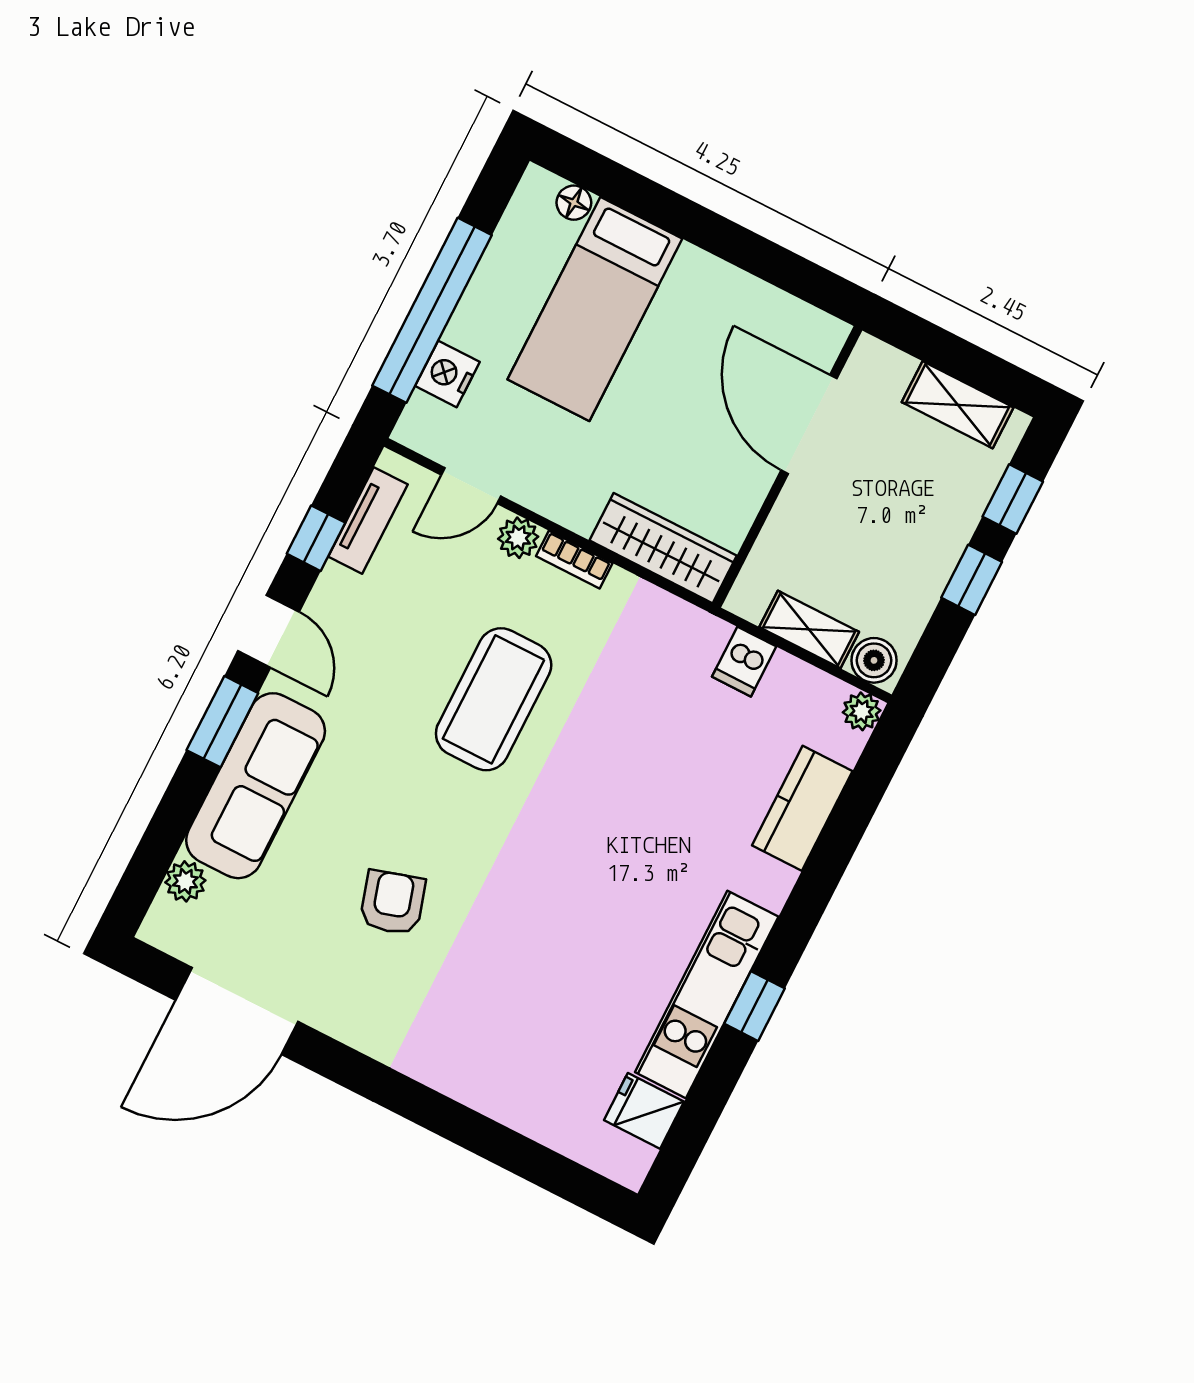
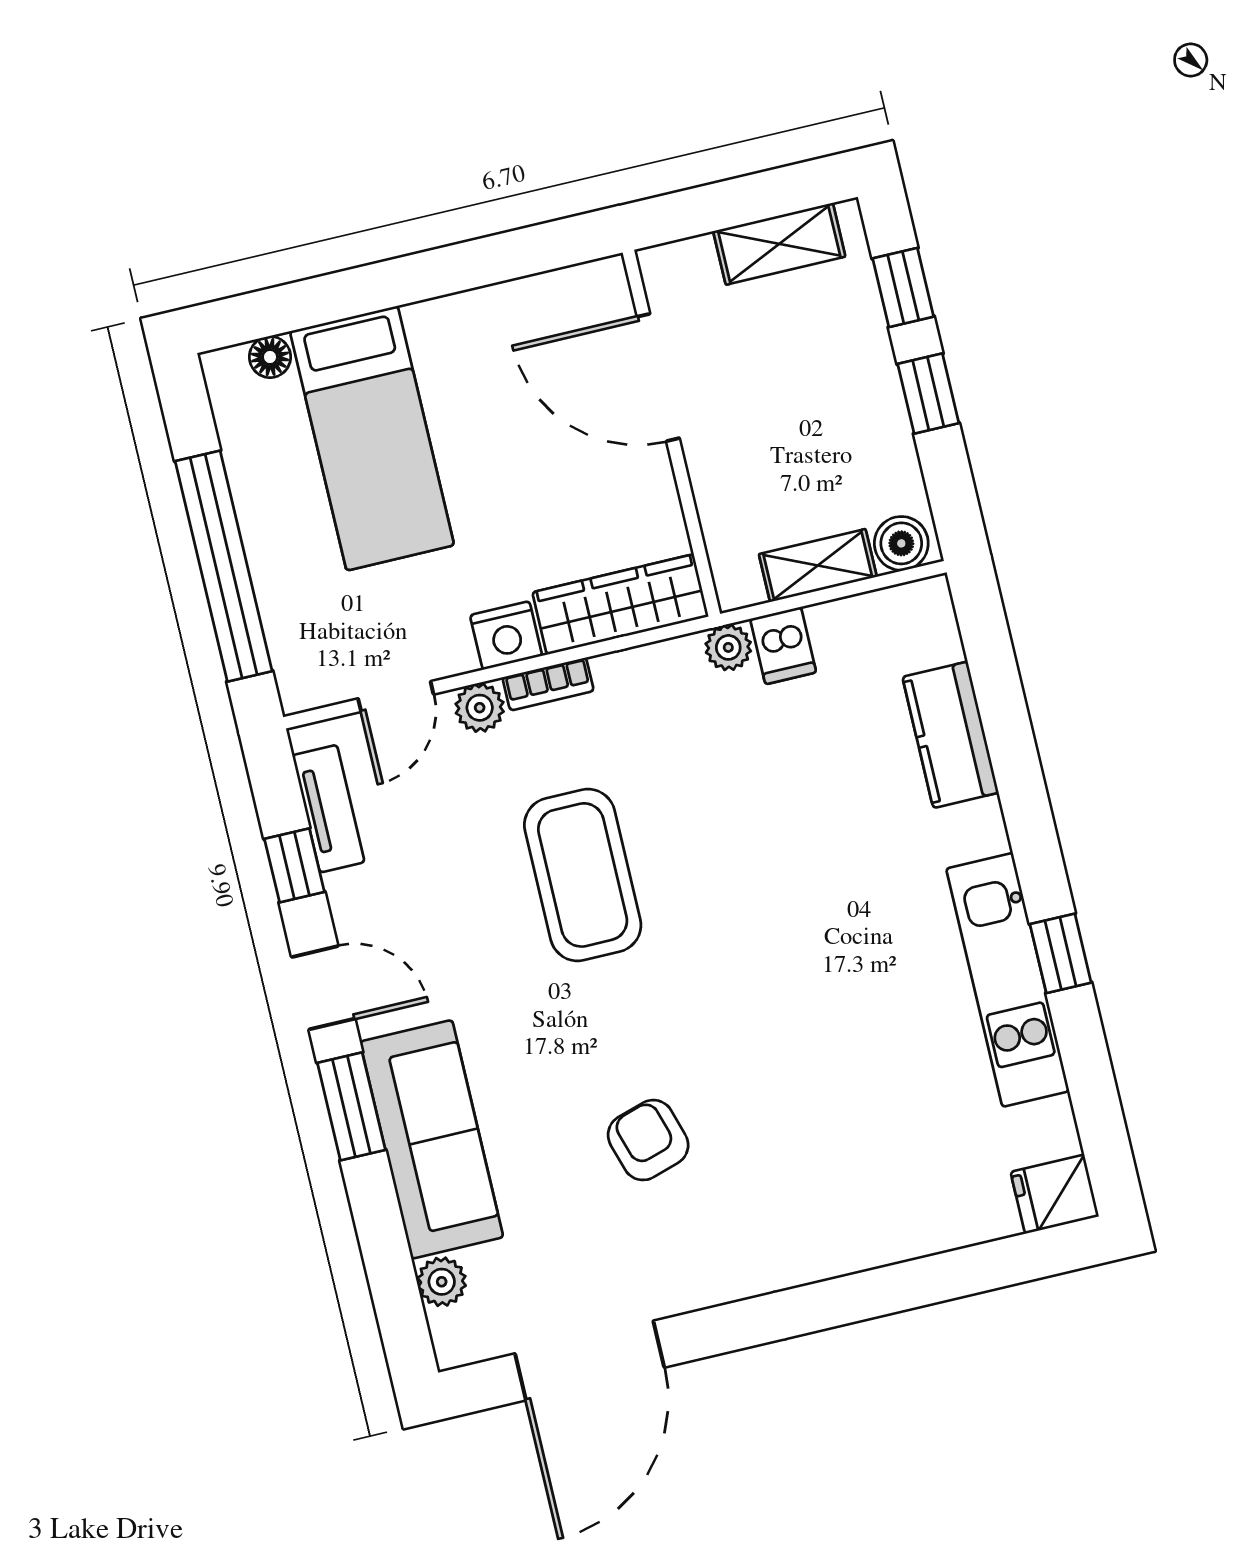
nightstand: (447, 374) -> (506, 636), moved, turned -90
plant: (862, 711) -> (728, 647), moved
fridge: (644, 1111) -> (1055, 1194), moved

